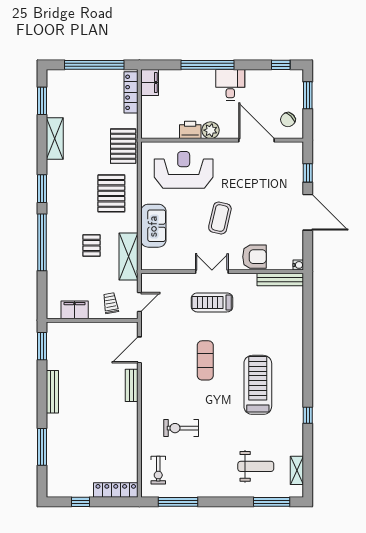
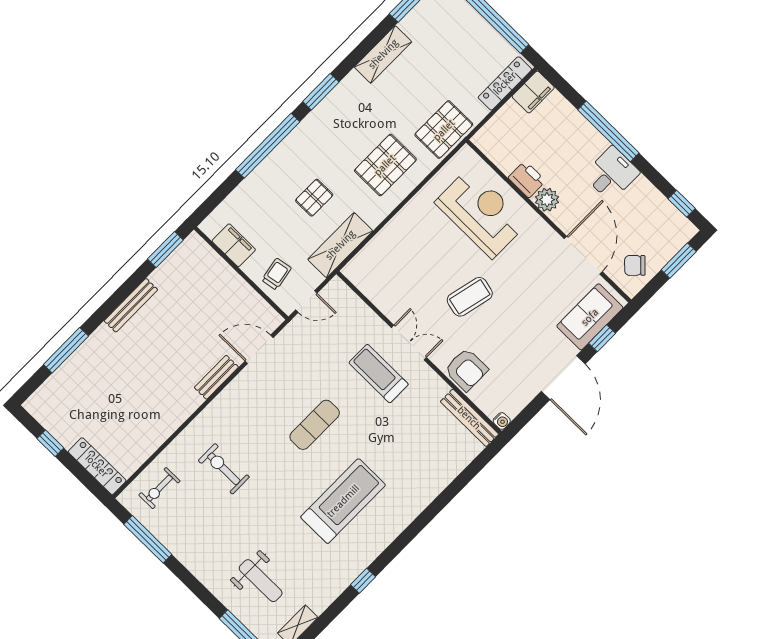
sofa: (153, 226) -> (590, 317), moved, turned 180

